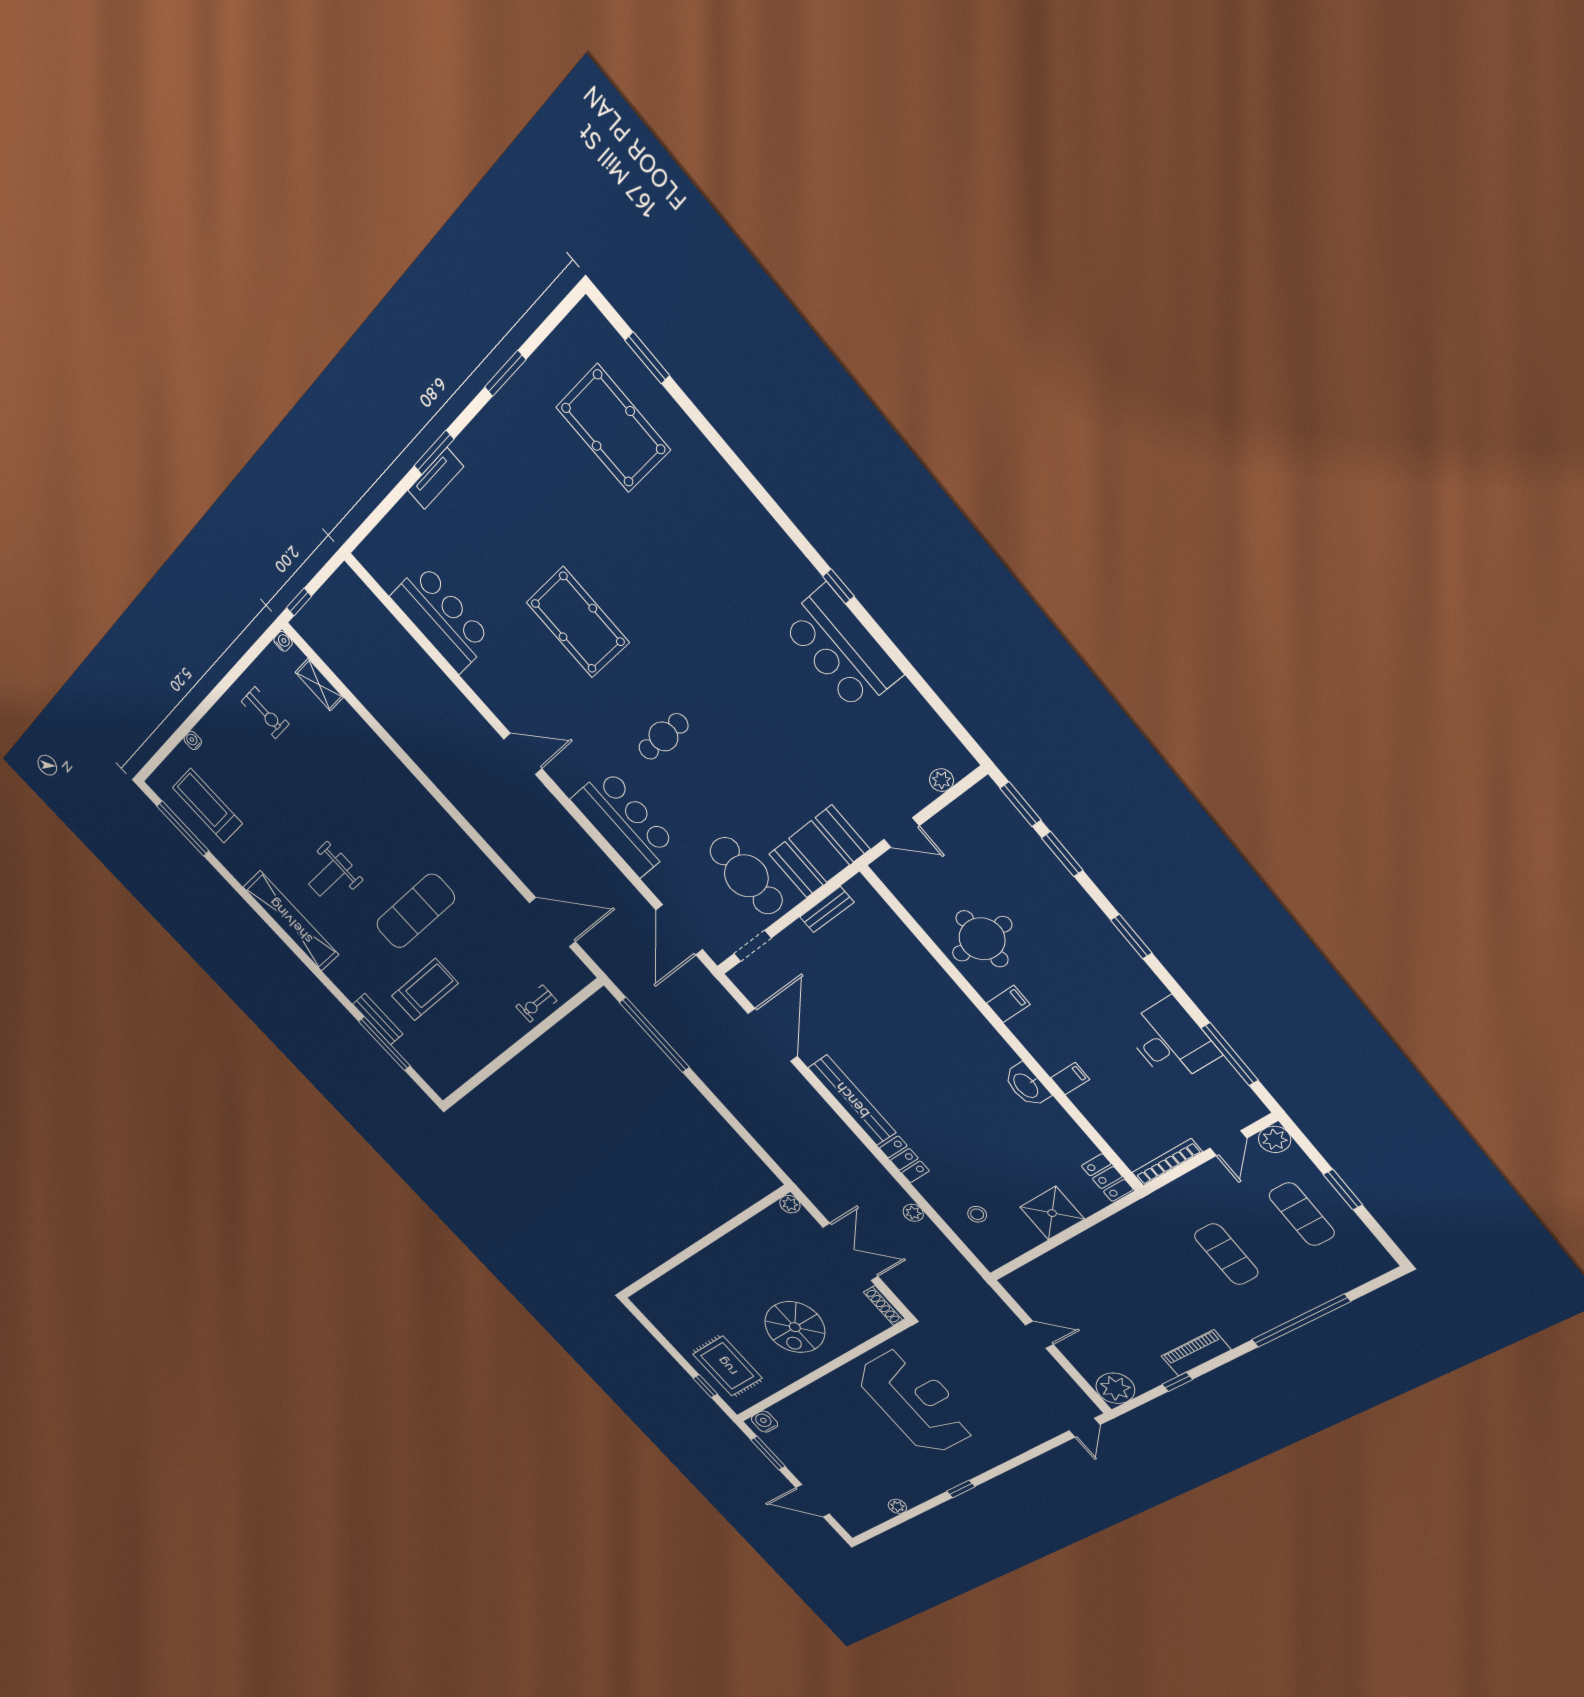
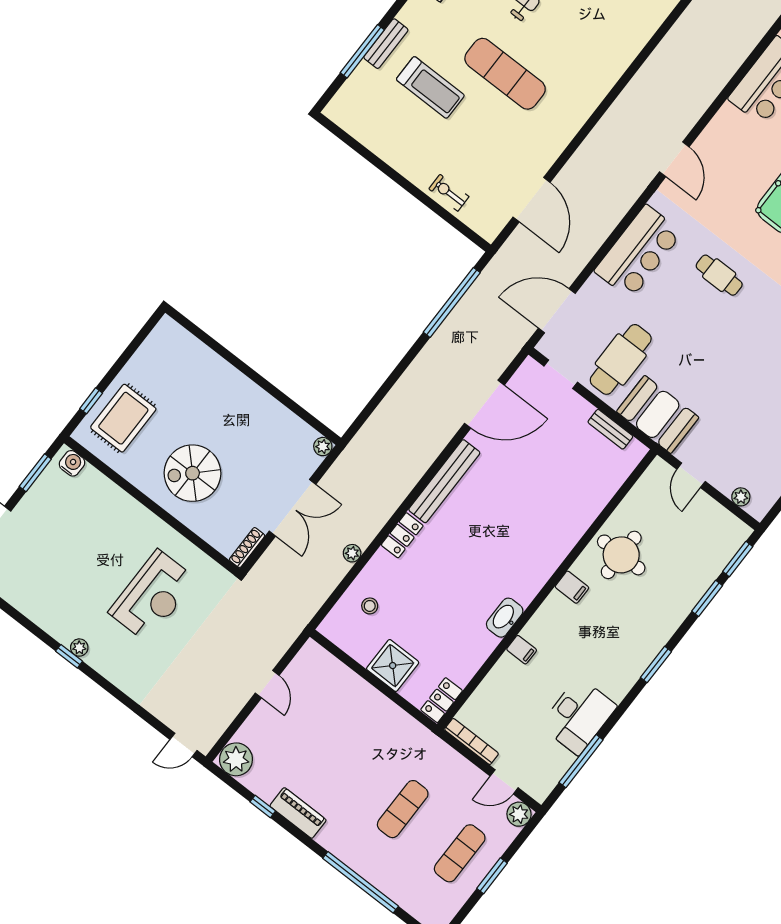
reception desk: (916, 1402) -> (153, 596), width x0.74, depth x0.77
plant: (897, 1506) -> (79, 648), moved

